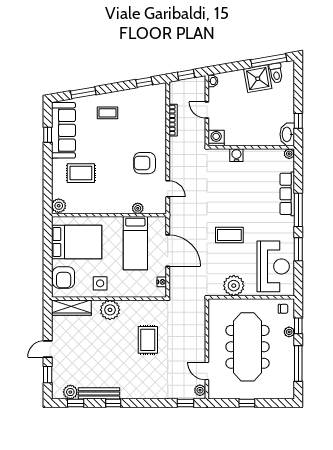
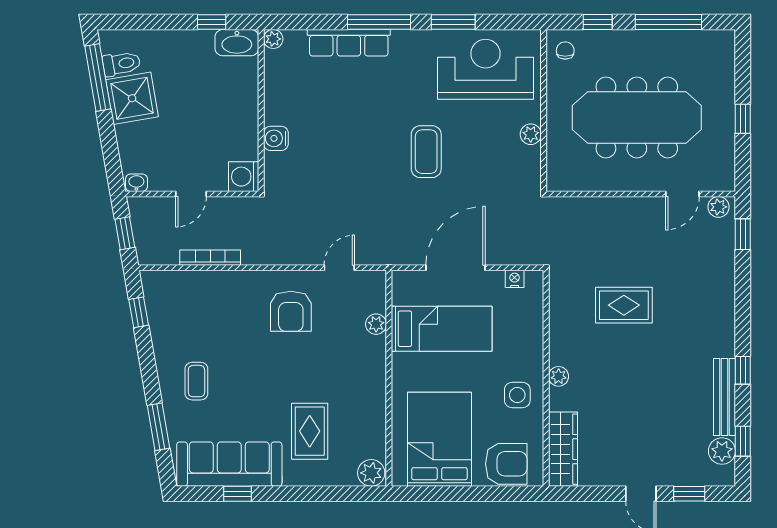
plant: (234, 286) -> (531, 134), width x0.53, depth x0.53
plant: (110, 310) -> (559, 376), width x0.53, depth x0.53
plant: (289, 332) -> (609, 39), removed

